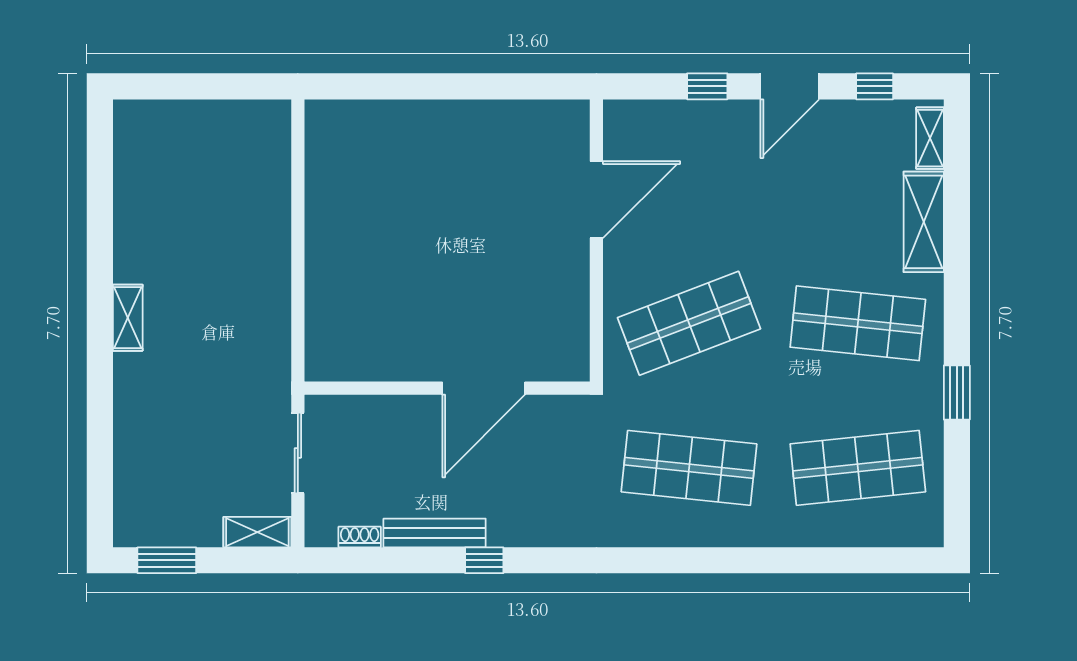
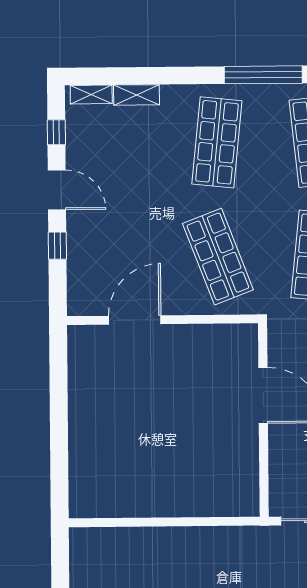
door: (596, 200) -> (135, 320), hinge flipped
shelving: (924, 222) -> (137, 95), width x0.67, depth x0.75
window: (957, 393) -> (263, 75), width x2.11

